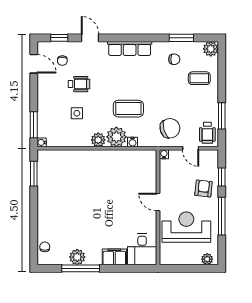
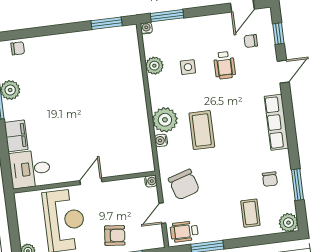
plant: (98, 140) -> (154, 66), moved

